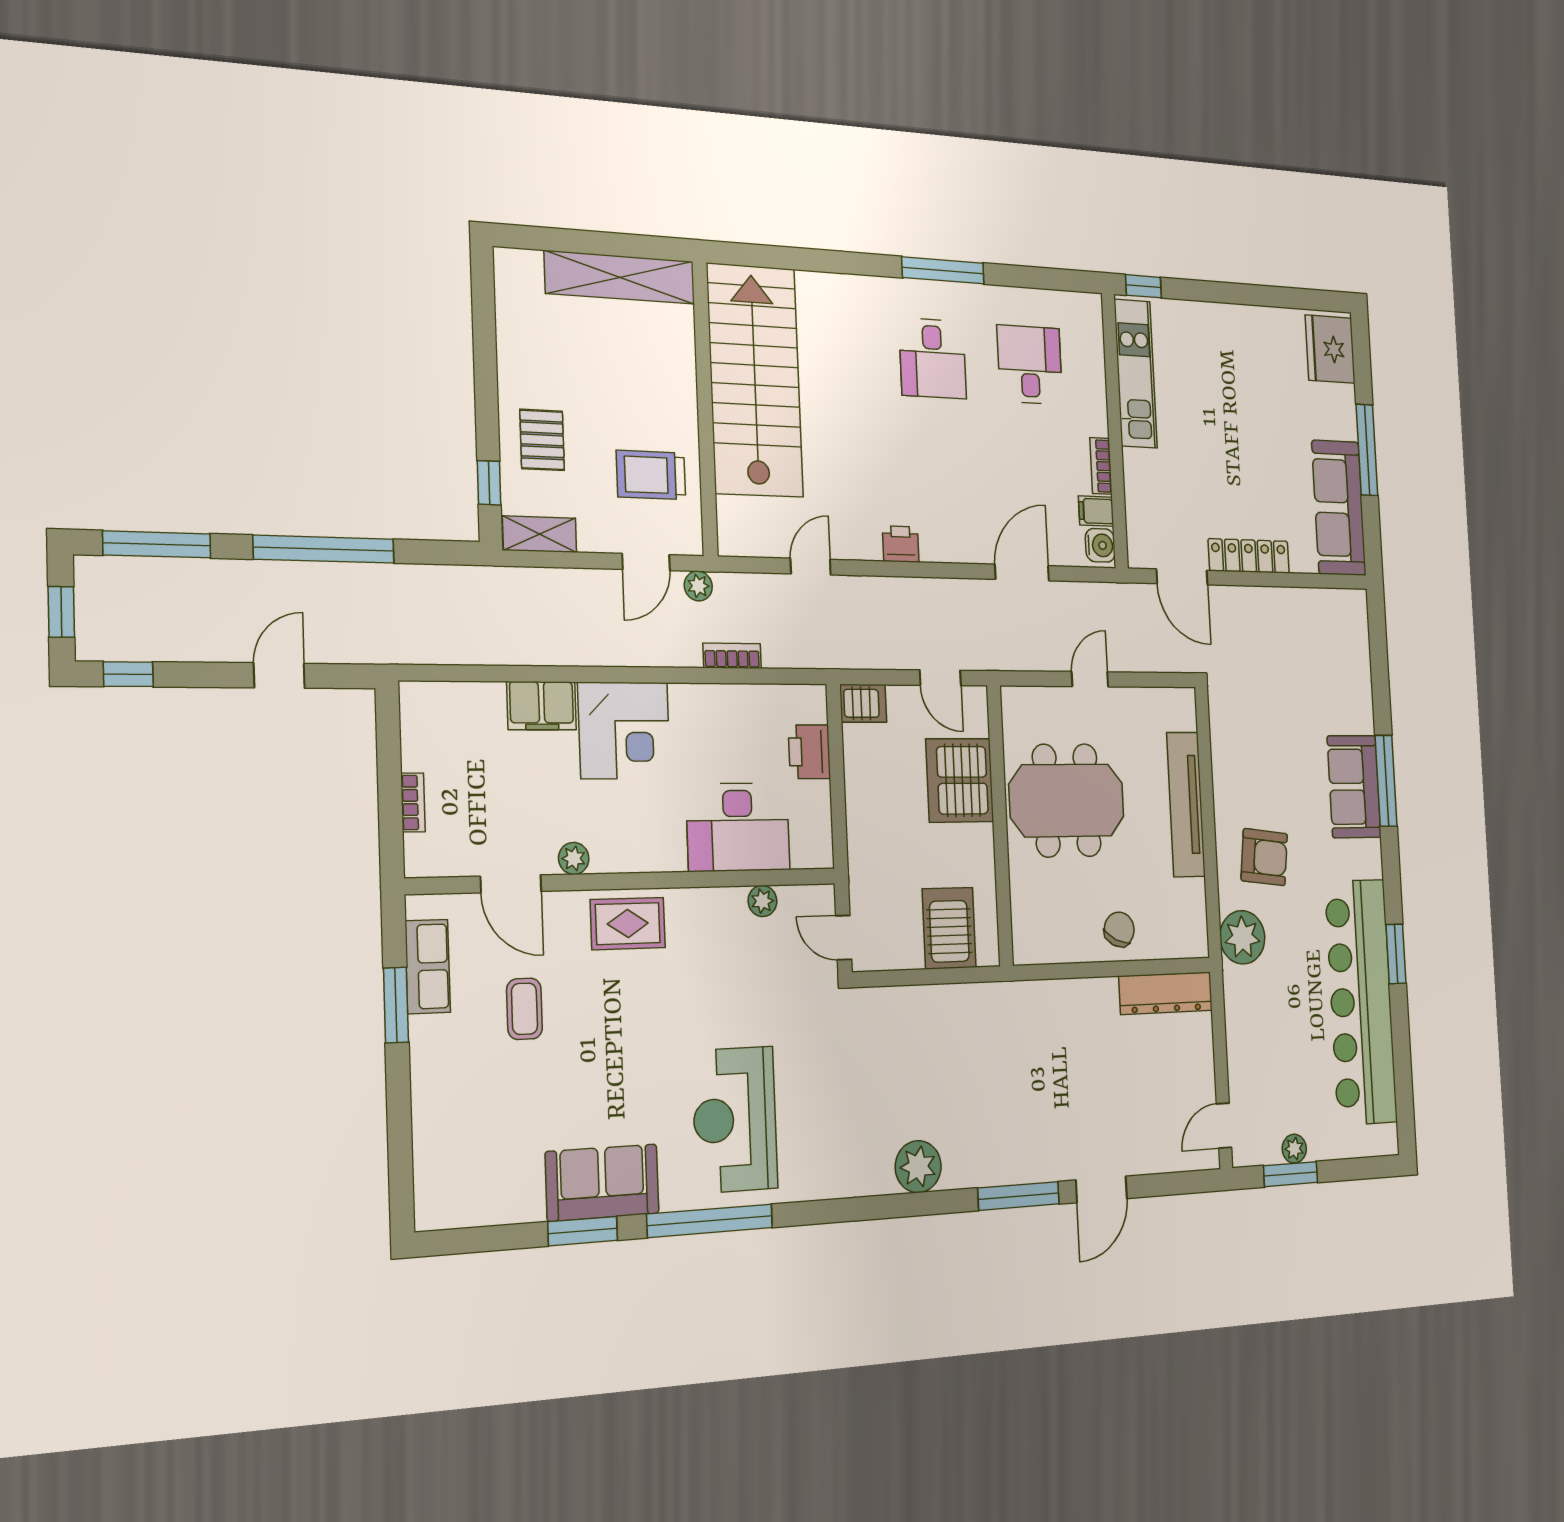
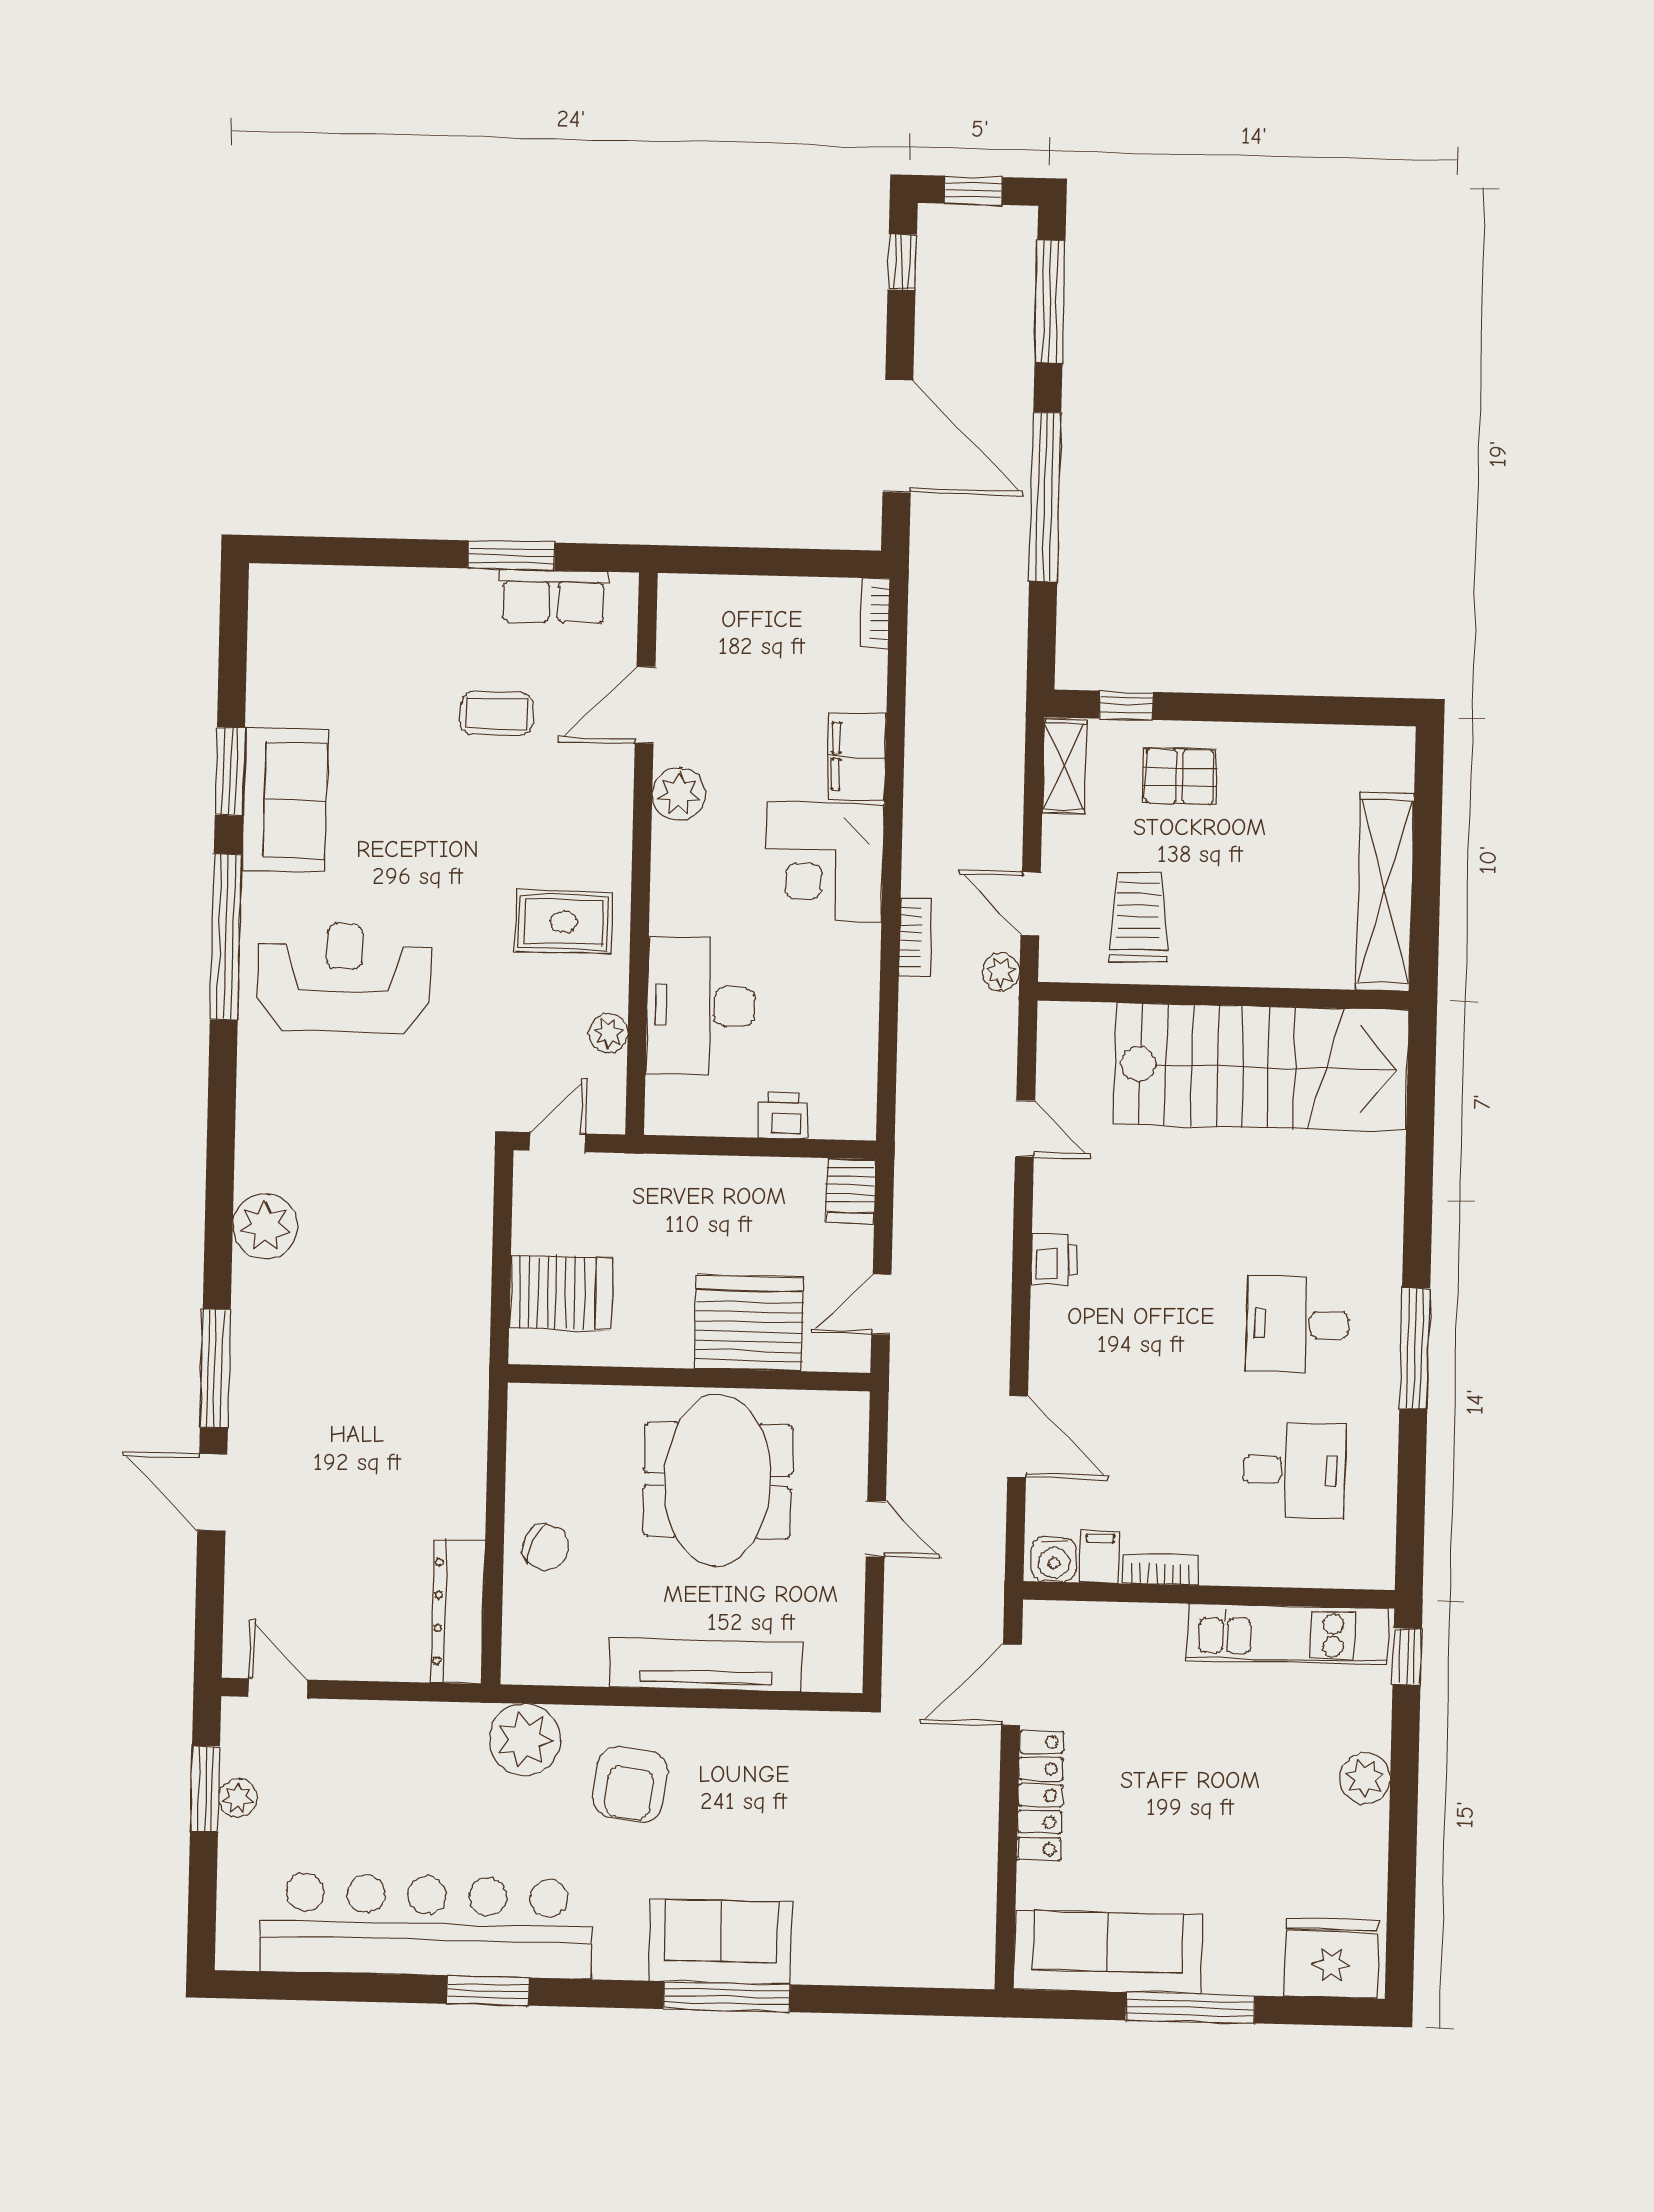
plant: (1221, 320) -> (1365, 1778), added
bookcase: (732, 656) -> (915, 937), moved
door: (279, 676) -> (898, 436), width x1.88
printer: (809, 752) -> (782, 1116), width x0.73, depth x0.81
bookcase: (413, 802) -> (875, 613), moved, turned 90
plant: (574, 858) -> (679, 794), width x1.38, depth x1.38
rug: (628, 924) -> (564, 922), moved, turned 90

